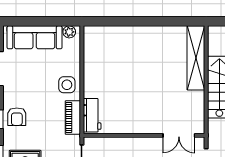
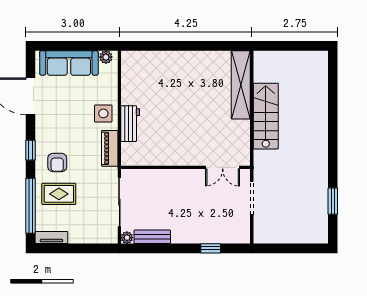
workbench: (92, 115) -> (130, 124), moved
armchair: (17, 117) -> (57, 162), moved

